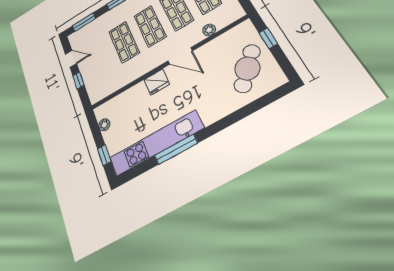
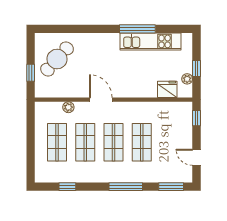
window: (78, 80) -> (196, 118), moved
fridge: (157, 82) -> (167, 89), moved
kitchen unit: (156, 143) -> (151, 41), width x0.73
window: (104, 155) -> (196, 68), moved

